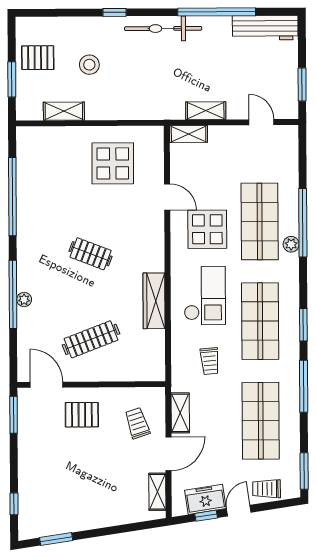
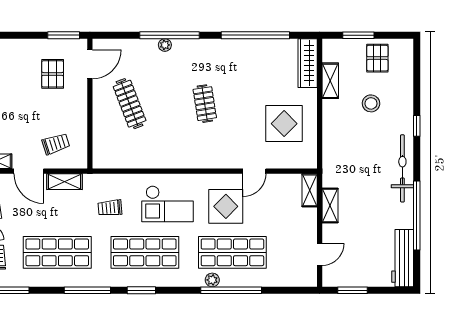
clothes rail: (91, 254) -> (205, 104), turned -30
wardrobe: (154, 301) -> (308, 63), moved, turned -90
pallet: (82, 415) -> (53, 74), moved

